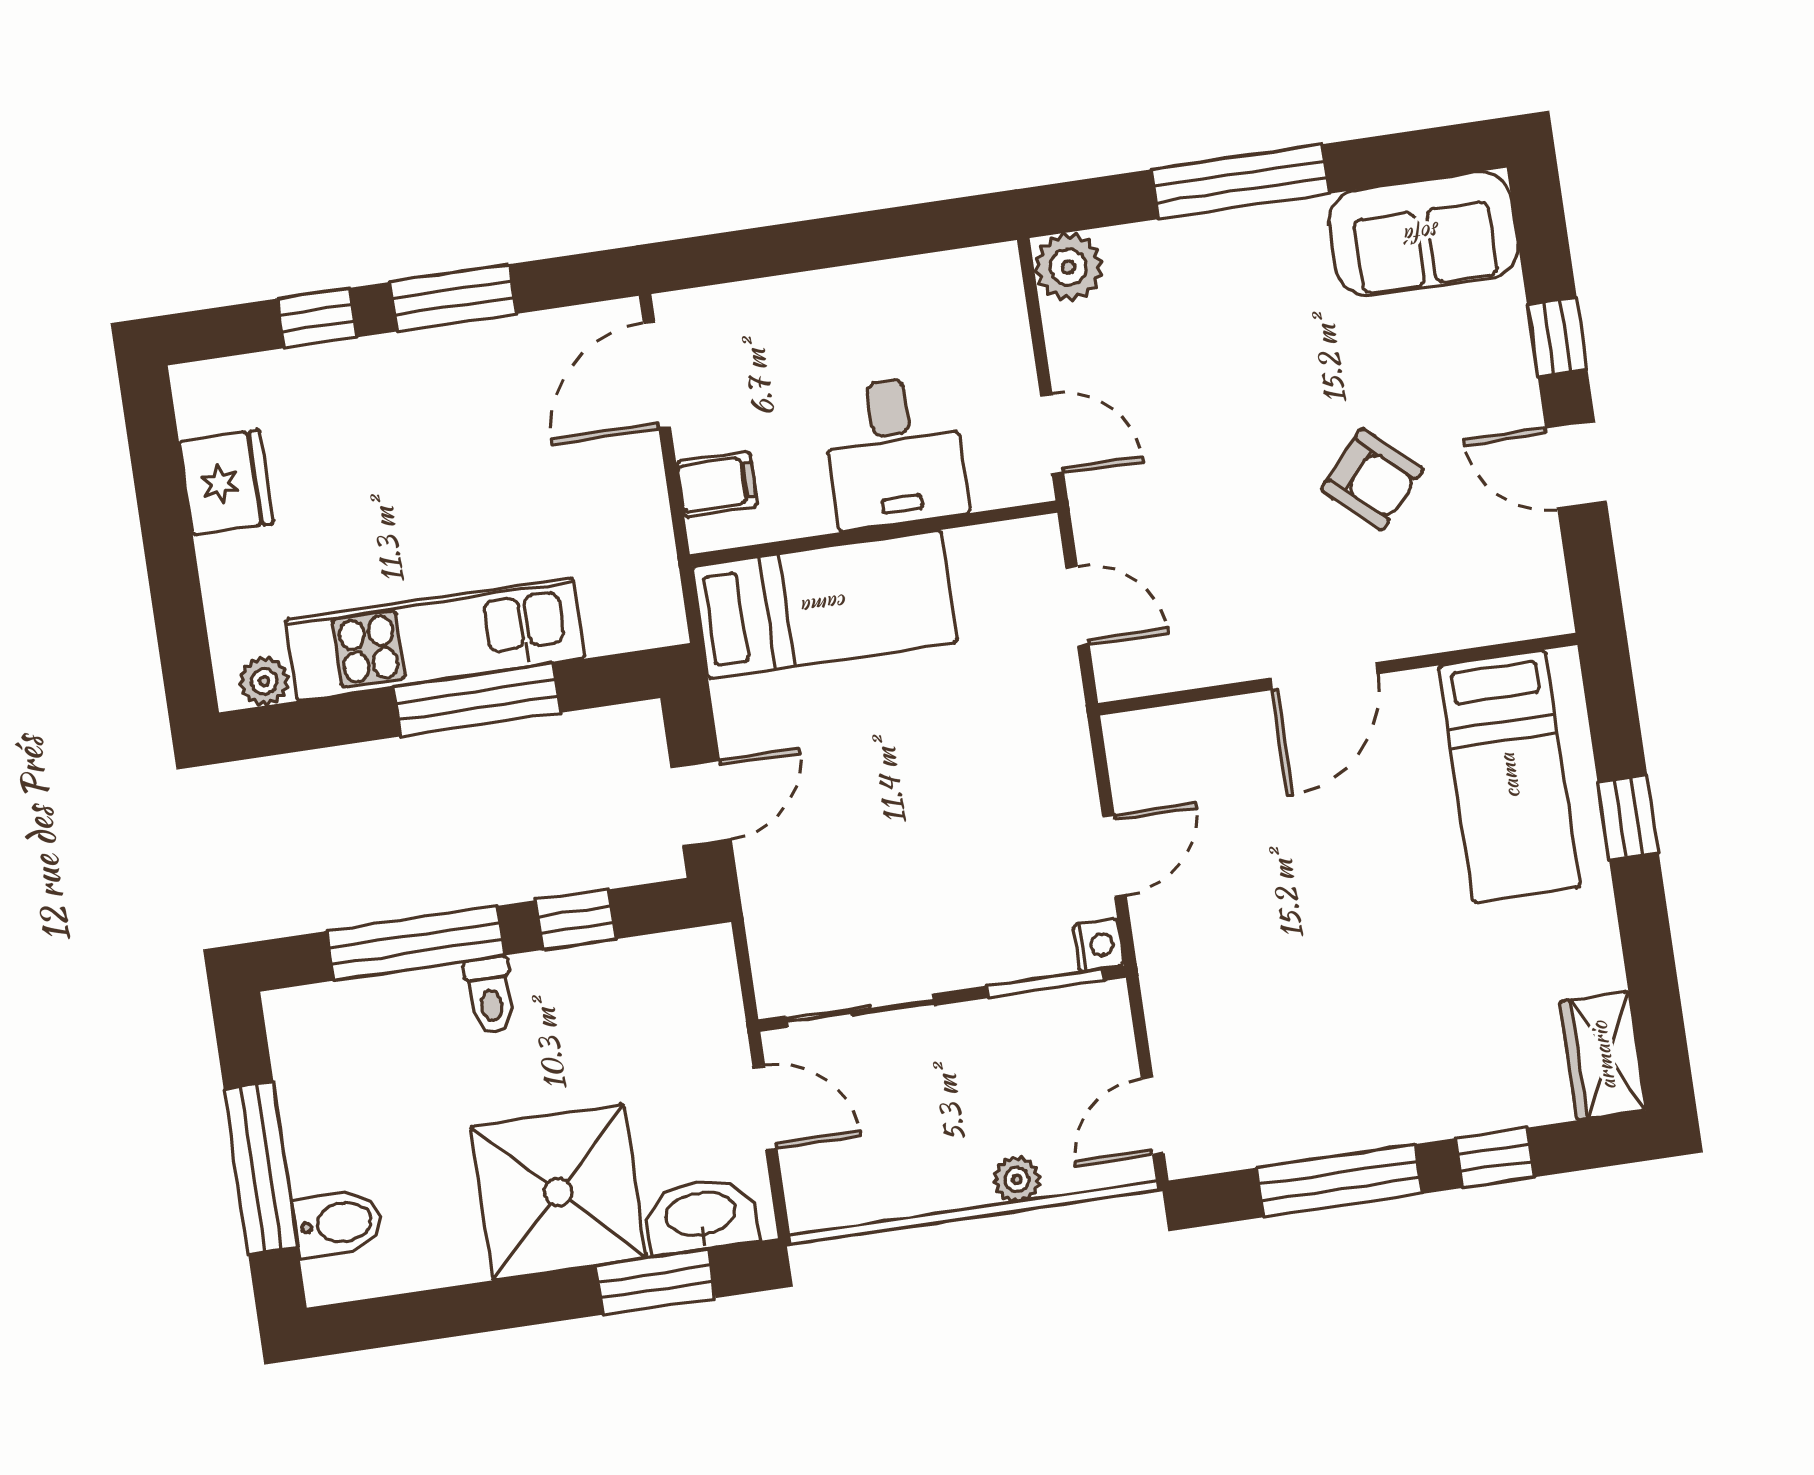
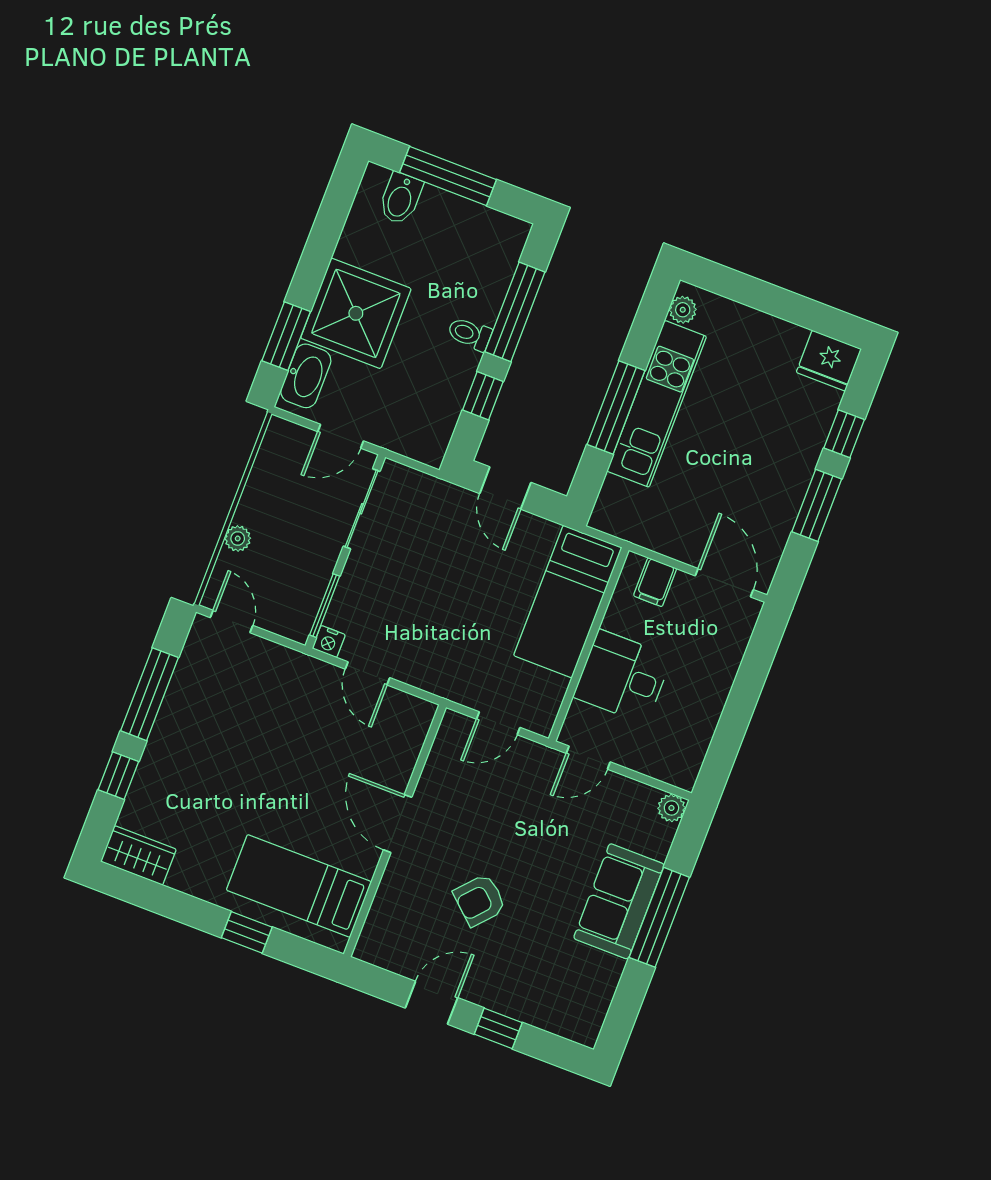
sofa: (1423, 234) -> (619, 901), moved
plant: (1068, 267) -> (671, 808), width x0.73, depth x0.73
fridge: (226, 483) -> (829, 361), moved

